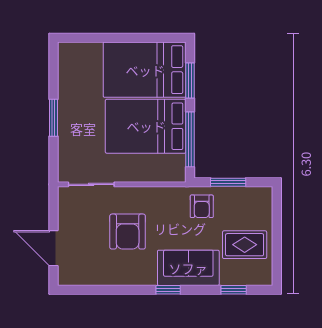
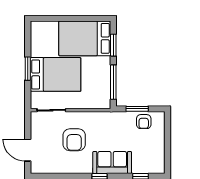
bed: (146, 126) -> (56, 74), moved, turned 180
armchair: (202, 206) -> (144, 122), moved
rug: (245, 245) -> (147, 148), removed

